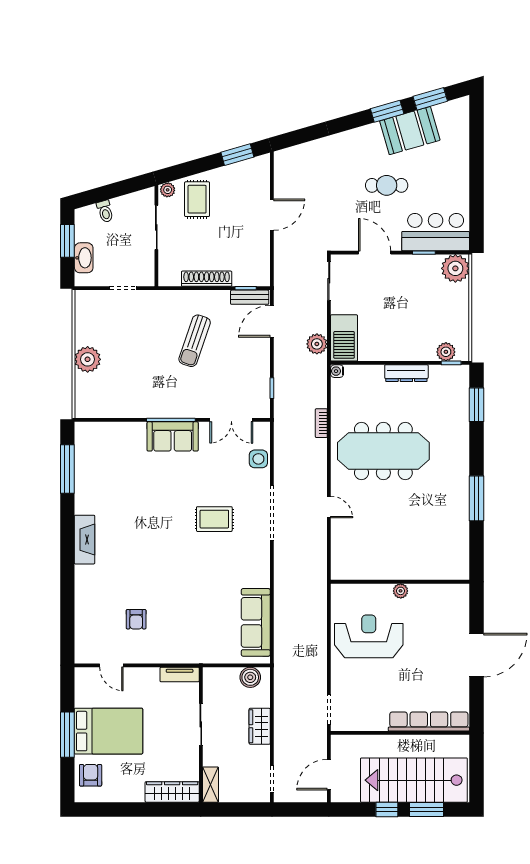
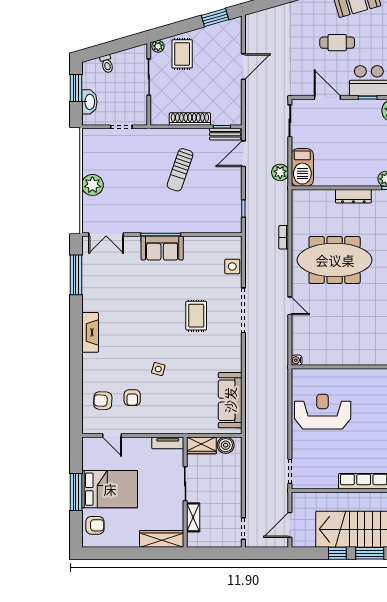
water cooler: (337, 371) -> (297, 360), moved
double door: (231, 420) -> (106, 234), moved
rug: (214, 519) -> (196, 316), turned 90
side table: (168, 584) -> (158, 369), added
plant: (401, 591) -> (349, 374), removed
armchair: (100, 623) -> (103, 401), added
wardrobe: (260, 726) -> (201, 445), moved, turned -90
armchair: (91, 775) -> (95, 525), turned 90
shelving: (211, 785) -> (193, 517), moved

